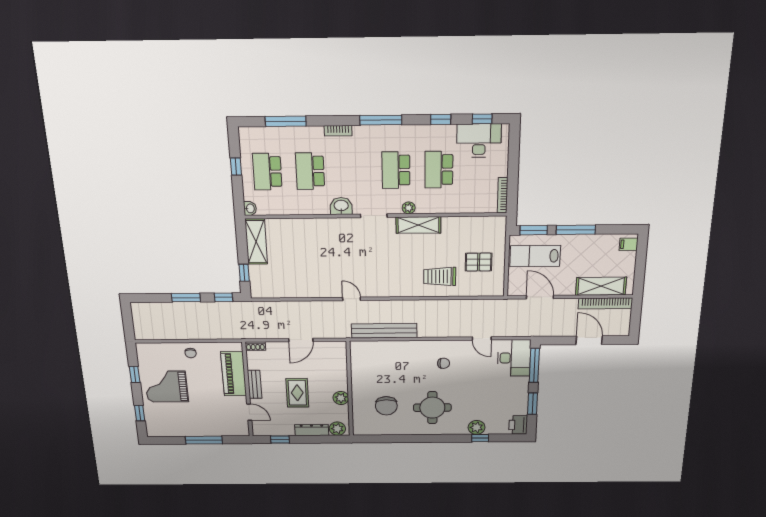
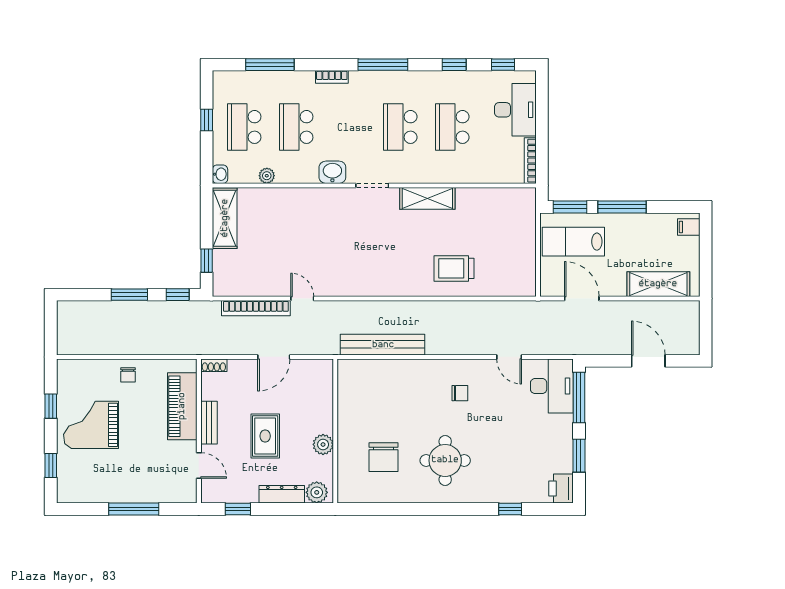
desk: (479, 141) -> (515, 110), moved, turned 90
plant: (409, 208) -> (267, 176), moved
pallet: (479, 262) -> (503, 249), removed
door: (352, 299) -> (302, 299), moved
bookcase: (605, 303) -> (256, 308), moved
plant: (477, 427) -> (505, 492), removed

